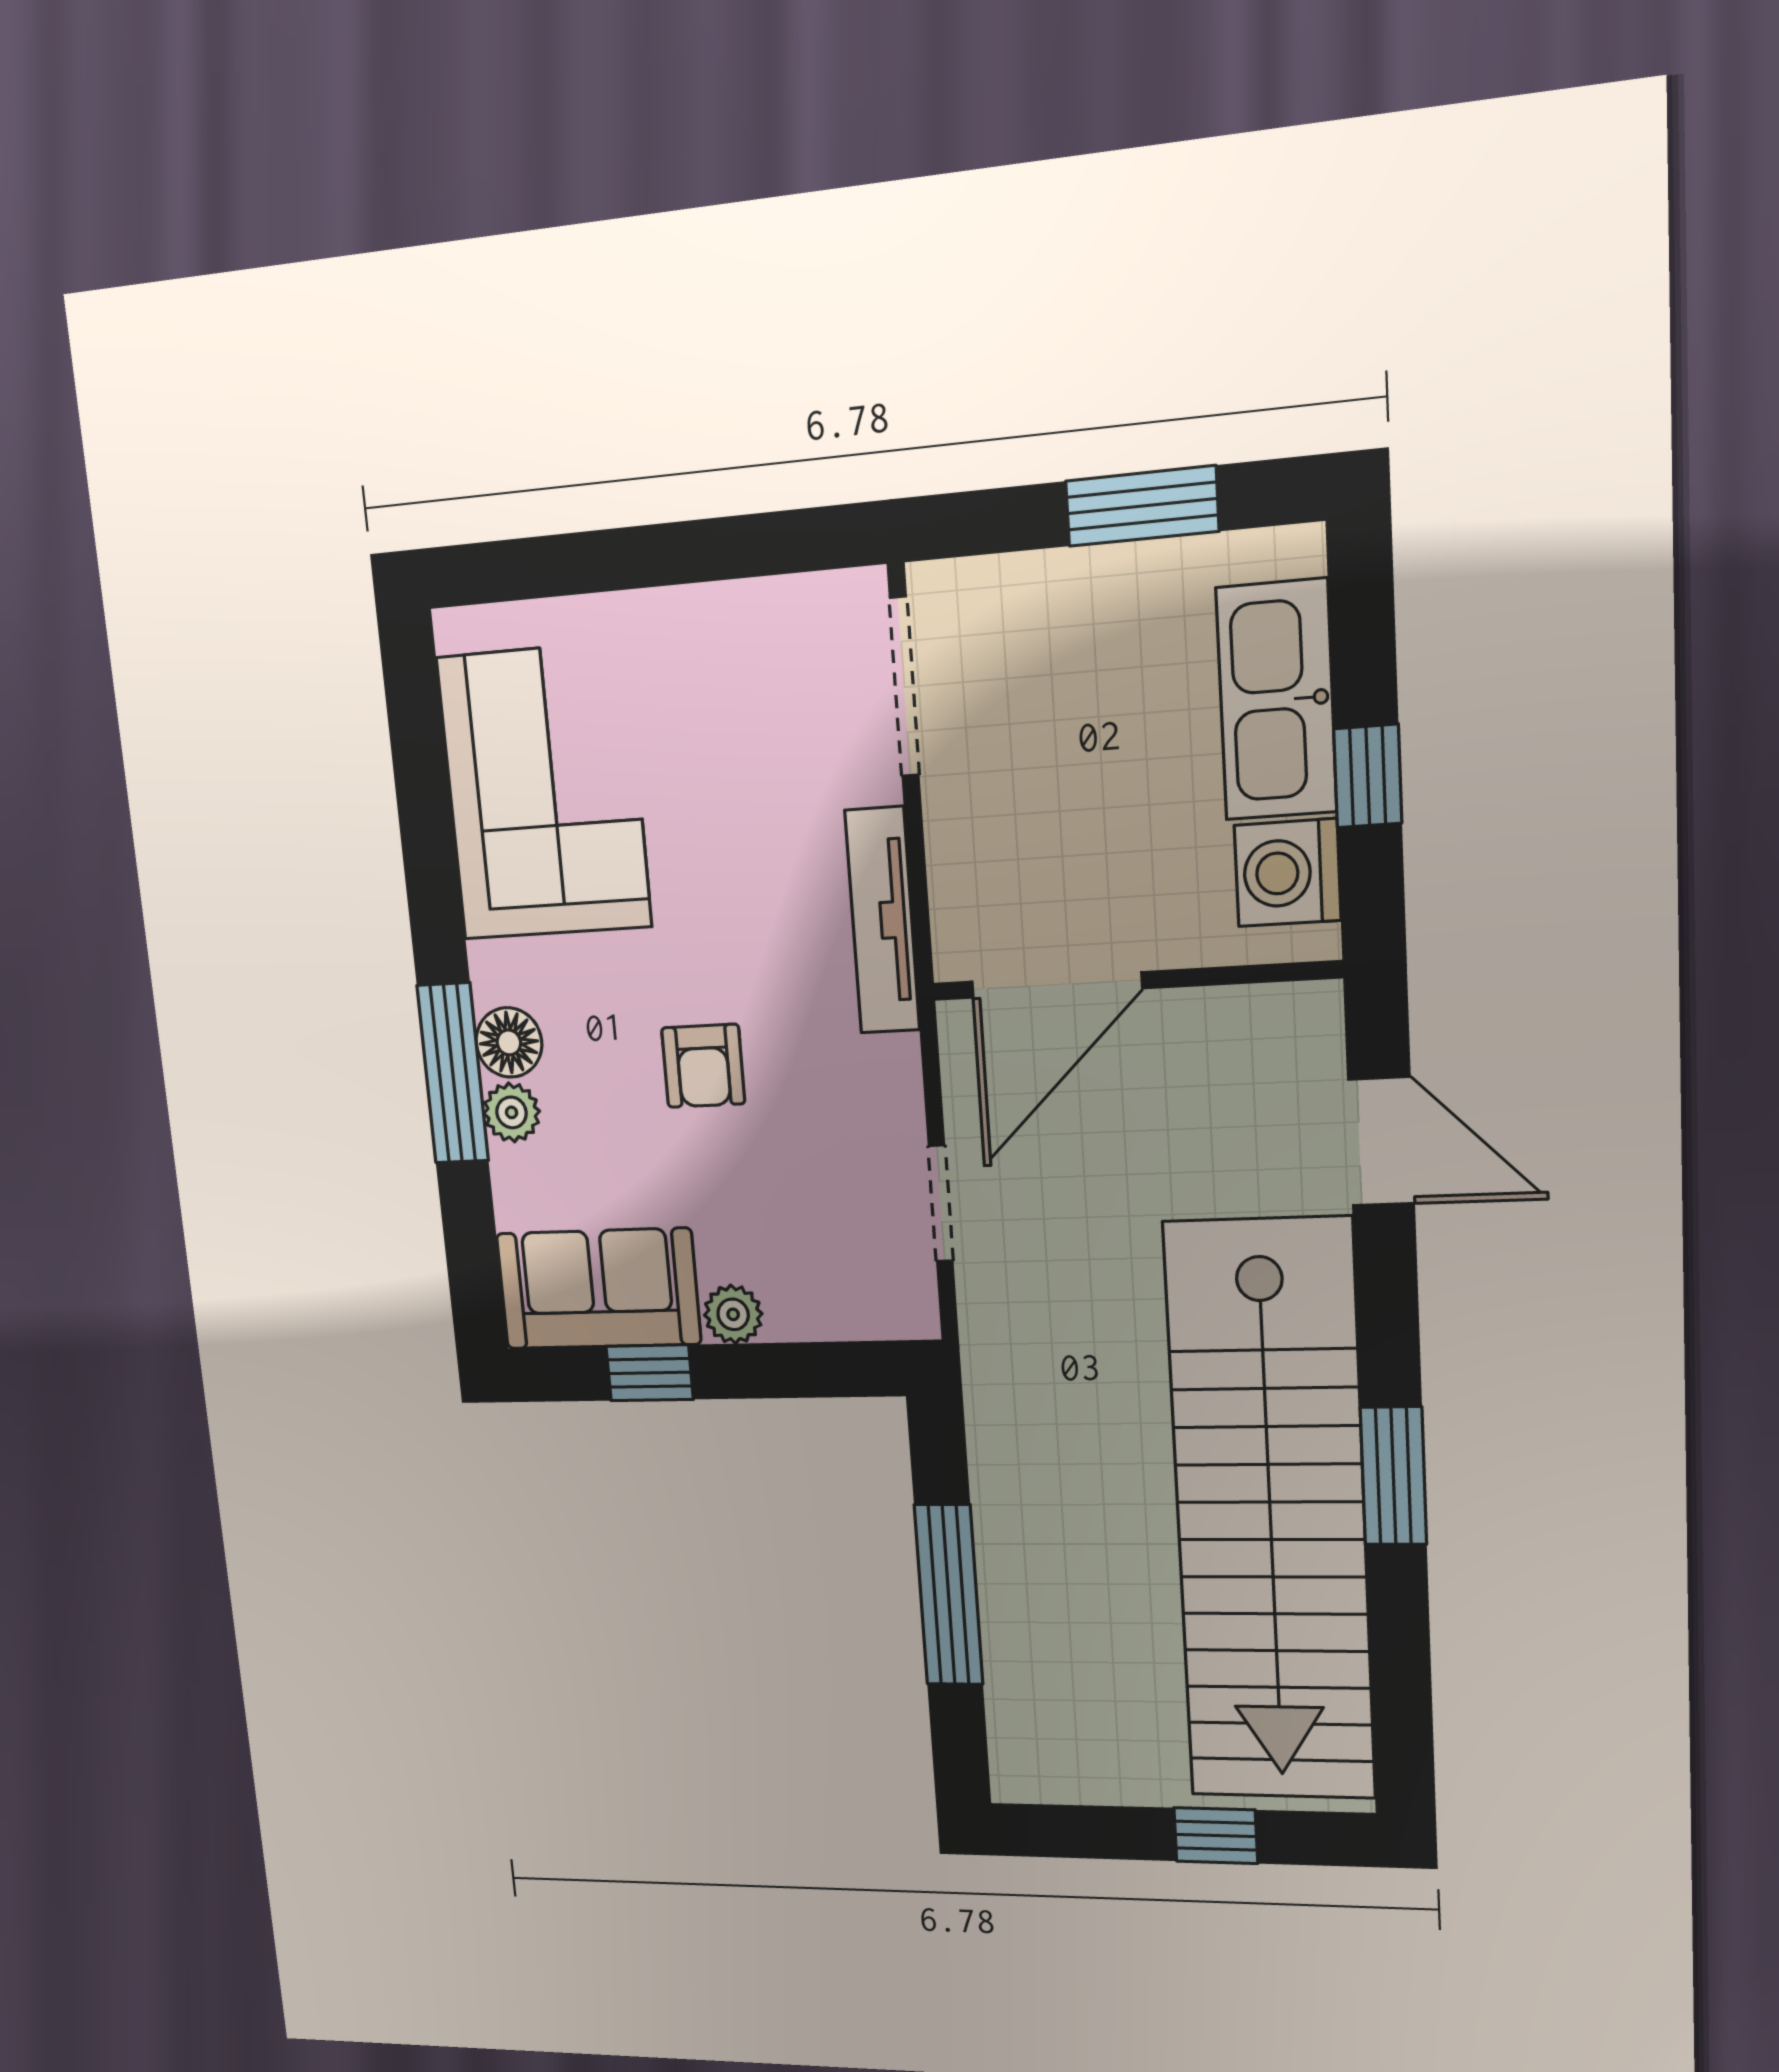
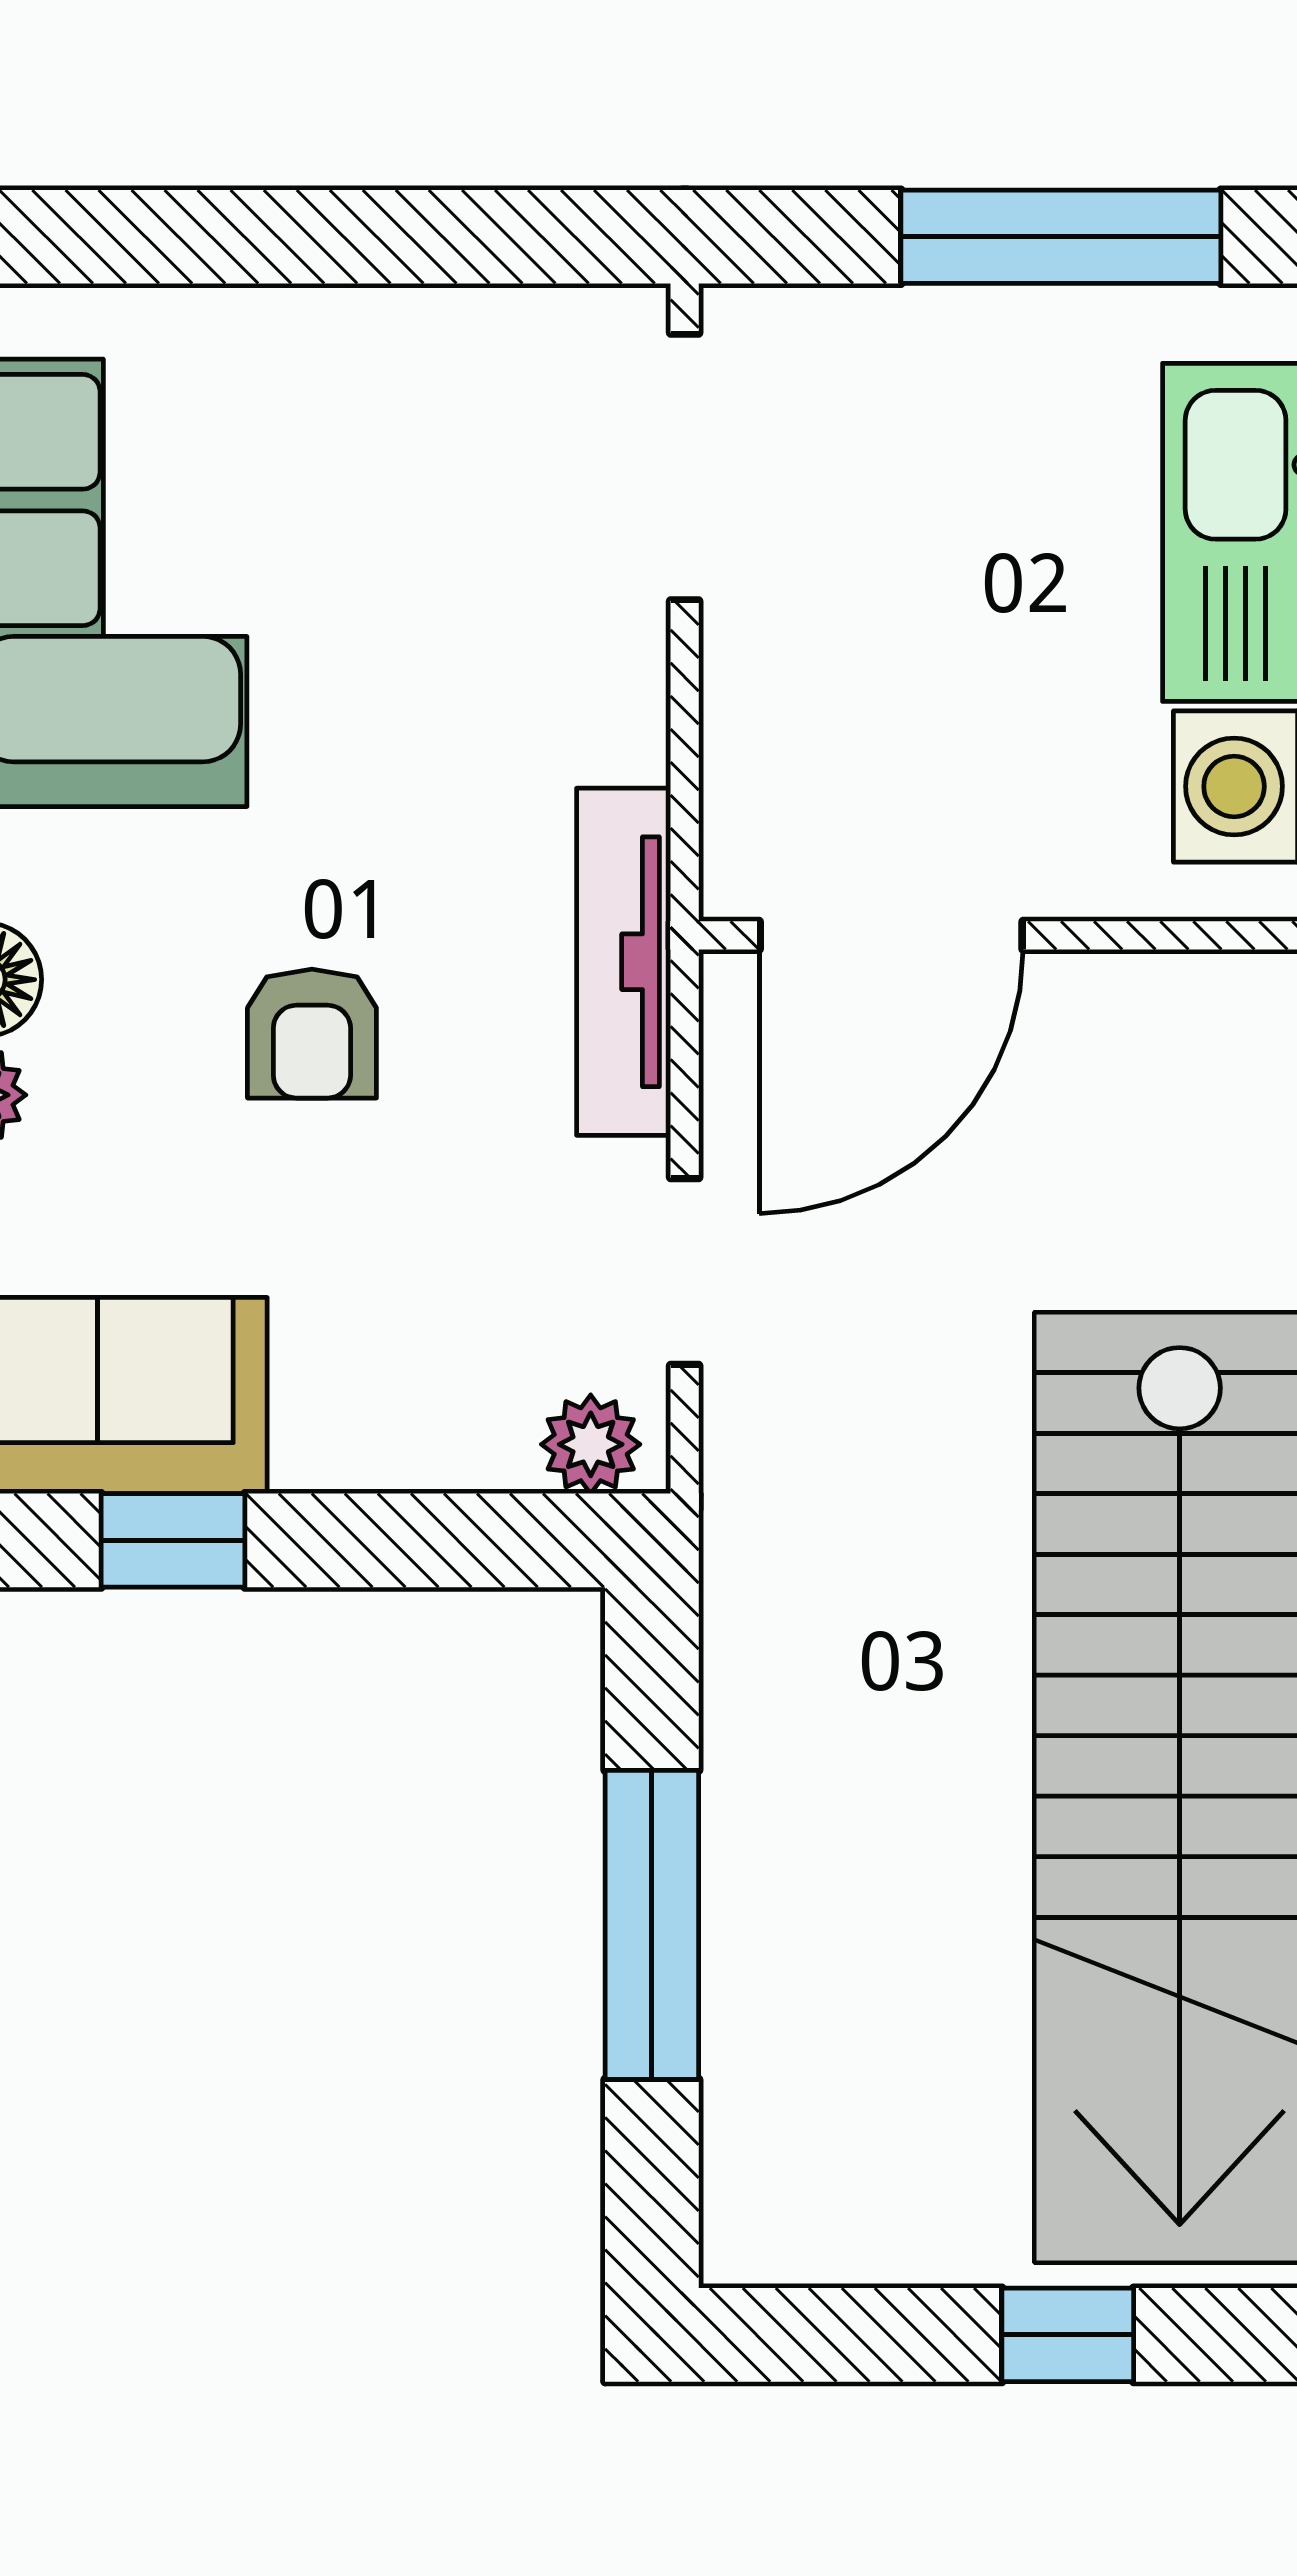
window: (1142, 506) -> (1061, 237), width x1.44
tv unit: (882, 920) -> (624, 962), moved
plant: (733, 1314) -> (591, 1444), moved

